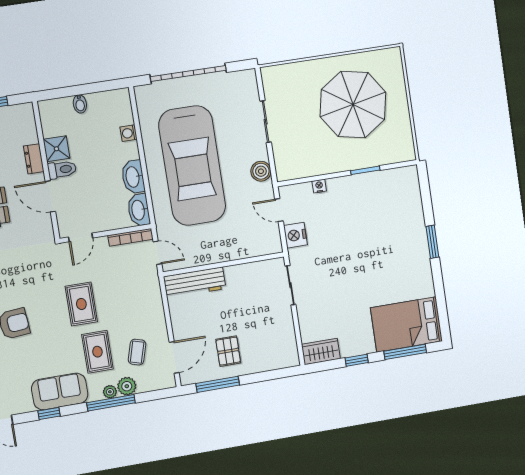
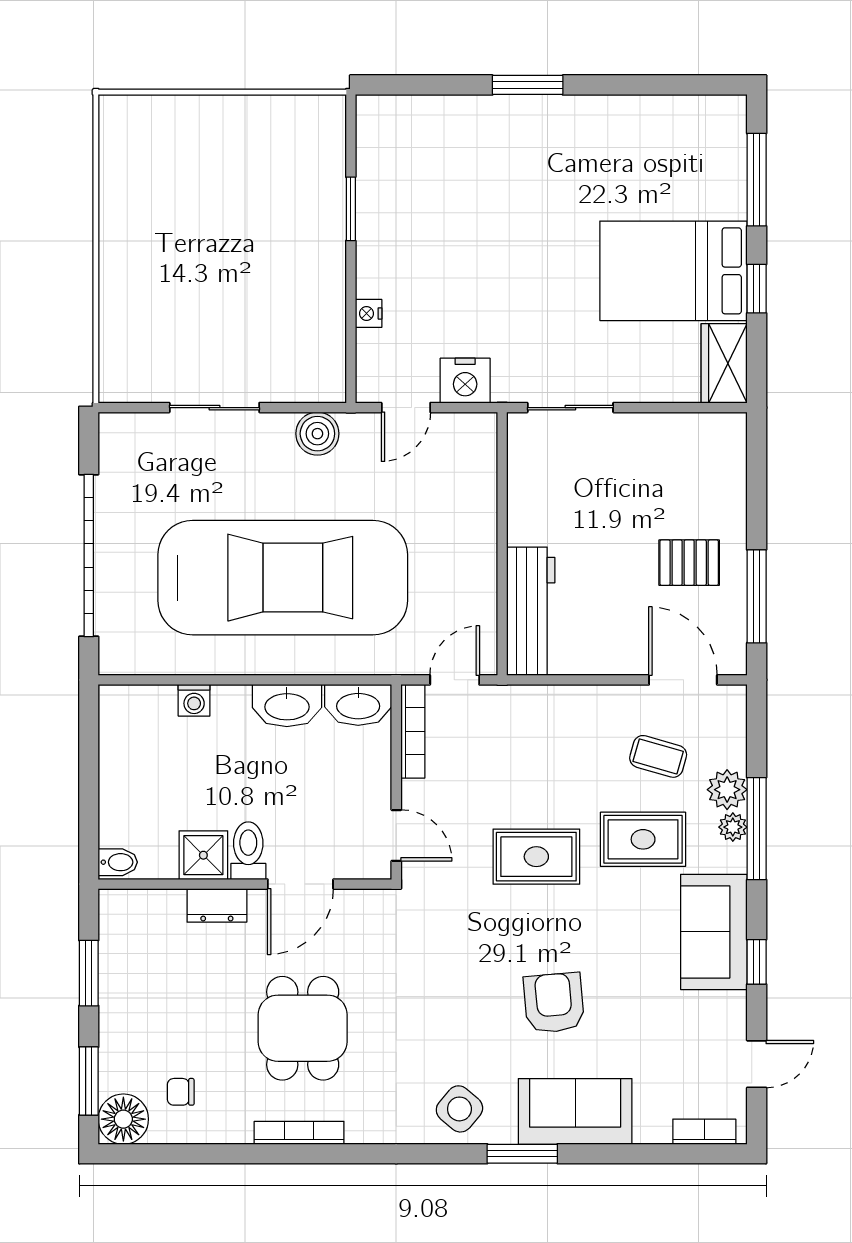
bidet: (80, 104) -> (118, 862), moved
parasol: (353, 105) -> (207, 215), removed
bed: (406, 324) -> (674, 271), moved, turned 90

